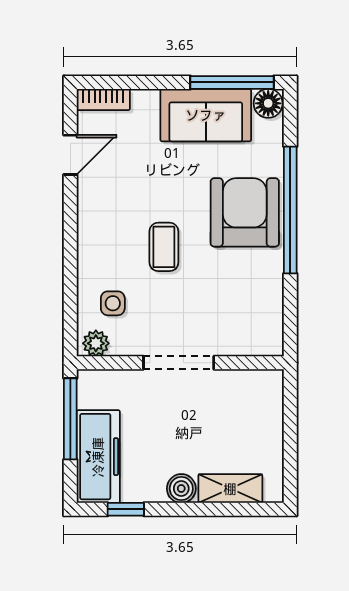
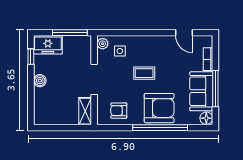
window: (232, 82) -> (215, 89), moved
bookcase: (103, 99) -> (208, 59), moved
armchair: (251, 306) -> (119, 111), added
freezer: (98, 457) -> (48, 45), width x0.71
shelving: (230, 489) -> (85, 111), moved

